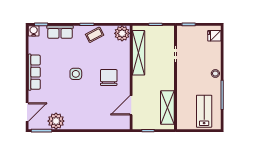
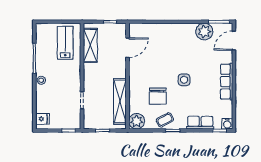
chair: (109, 78) -> (158, 96), moved
lab bench: (204, 111) -> (65, 43), moved, turned 180

